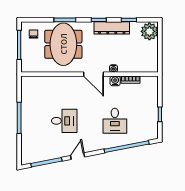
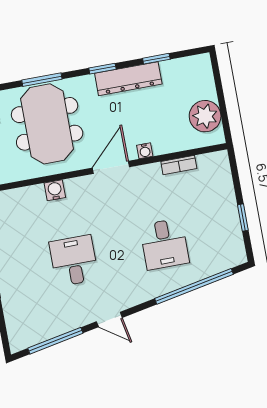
plant: (149, 31) -> (205, 116), moved
door: (94, 74) -> (111, 167), swing flipped
water cooler: (115, 81) -> (55, 190), moved
desk: (64, 121) -> (74, 261), turned -90
door: (78, 156) -> (109, 320), swing flipped

